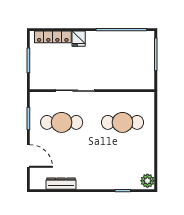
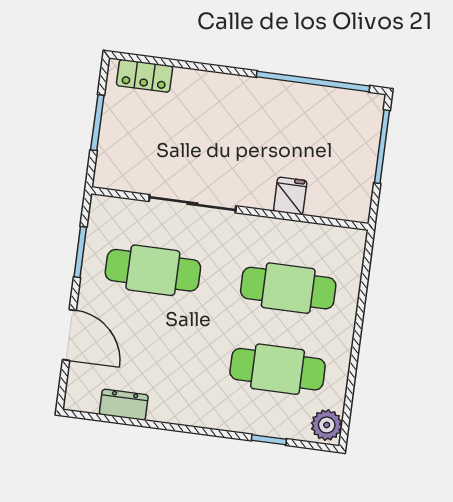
locker: (53, 37) -> (145, 76), width x0.66
fridge: (79, 39) -> (290, 196), moved, turned 180
cafe table: (122, 159) -> (278, 369), added
dresser: (61, 184) -> (124, 405), width x0.70

